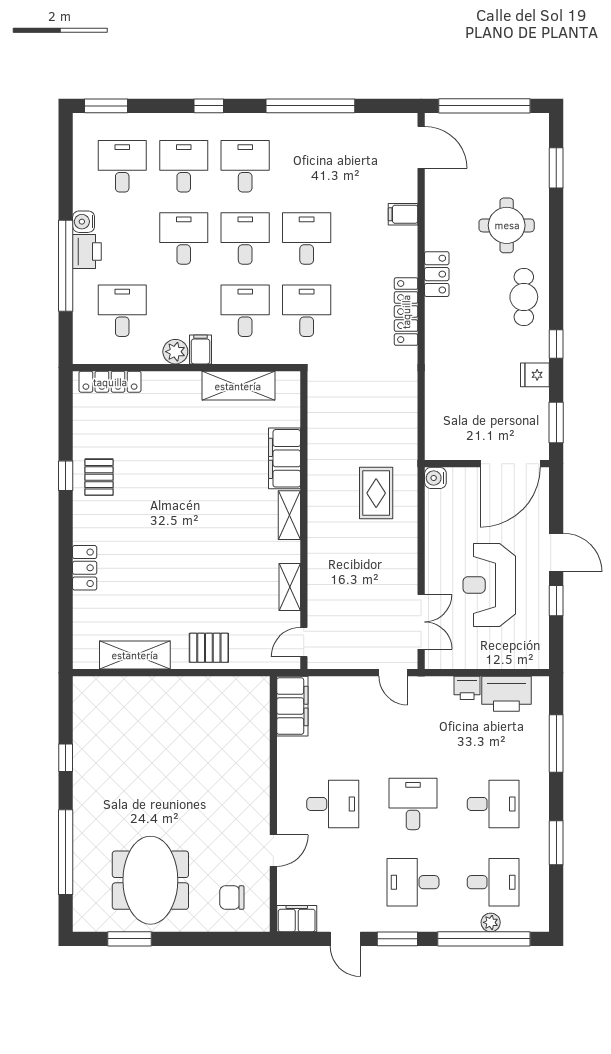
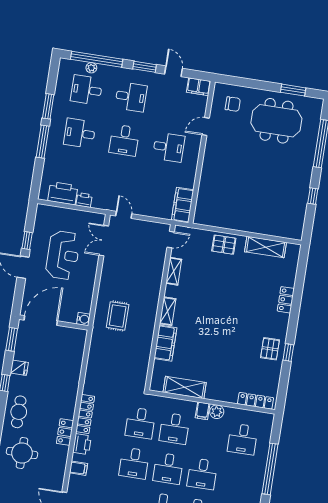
water cooler: (84, 222) -> (256, 492), removed
printer: (87, 252) -> (82, 444), moved, turned 180
window: (556, 743) -> (43, 142), moved
desk: (333, 804) -> (169, 147), turned 180
meeting table: (150, 880) -> (276, 121), turned 90

